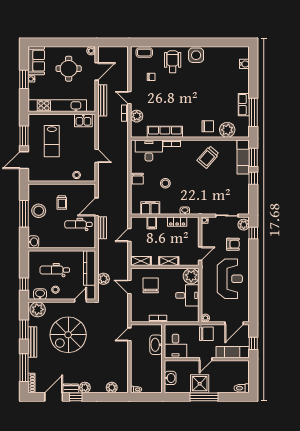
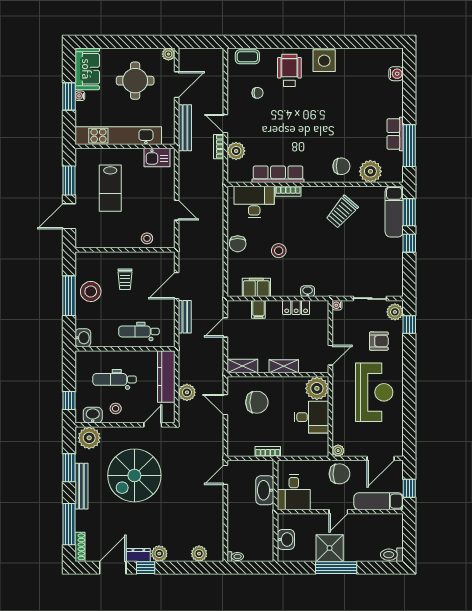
dental chair: (78, 224) -> (139, 331), moved
chair: (151, 285) -> (257, 402), turned 90

